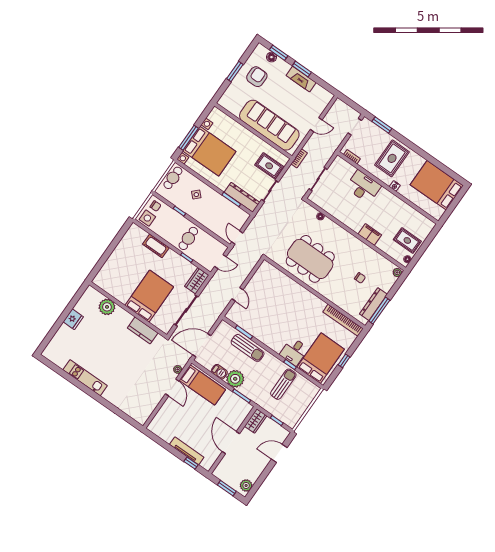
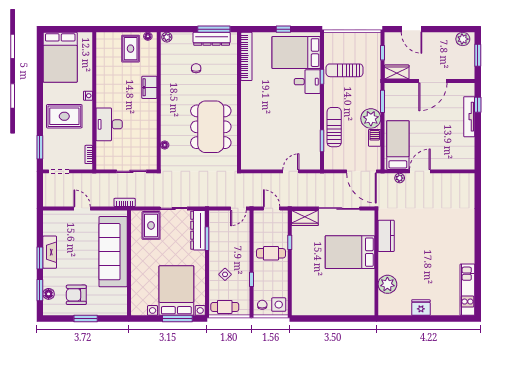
cot: (156, 246) -> (299, 279), removed
kitchen unit: (85, 378) -> (467, 290), moved

